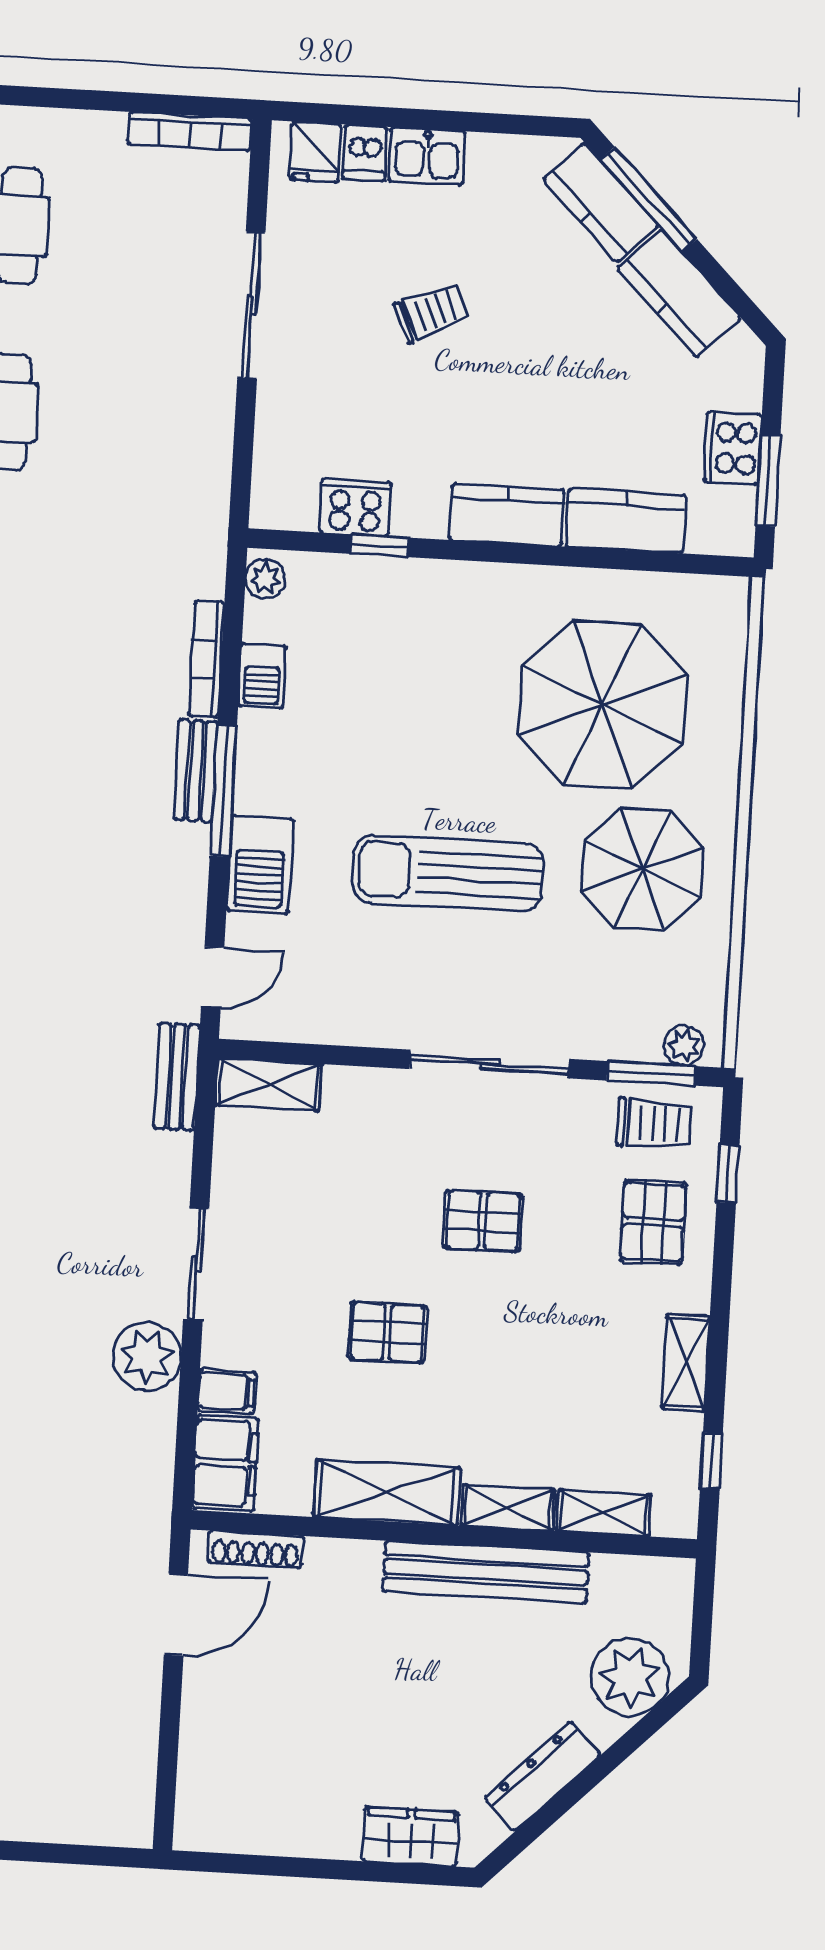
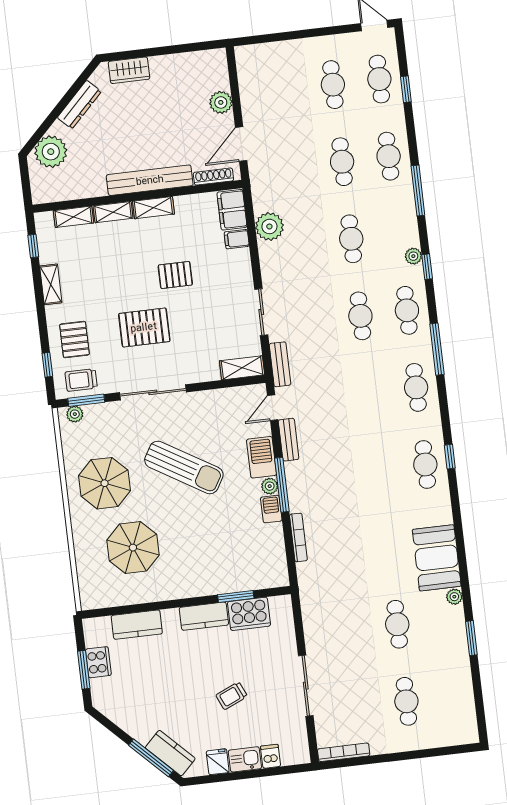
fridge: (315, 152) -> (218, 762), moved
kitchen counter: (679, 293) -> (132, 722), removed
window: (768, 480) -> (84, 670), moved
cooker: (355, 507) -> (249, 614), width x1.37, depth x1.31
kitchen counter: (507, 515) -> (204, 616), moved
window: (380, 546) -> (236, 596), width x1.50
plant: (265, 579) -> (270, 486), moved
barbecue: (262, 676) -> (271, 509), moved
parasol: (602, 705) -> (133, 548), width x0.73, depth x0.73
bench: (196, 771) -> (289, 440), moved
sun lounger: (448, 873) -> (184, 467), turned 31
pallet: (483, 1221) -> (144, 327), width x1.50, depth x1.42
sliding door: (196, 1264) -> (261, 312), moved
plant: (147, 1356) -> (269, 226), moved
shelving: (387, 1492) -> (153, 208), width x0.67, depth x0.75
bench: (486, 1572) -> (150, 180), moved
plant: (207, 1722) -> (221, 102), added

